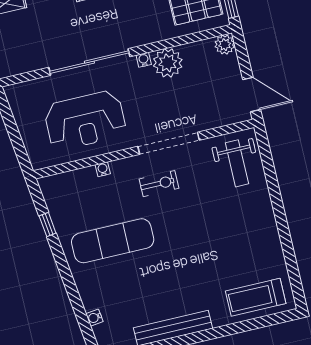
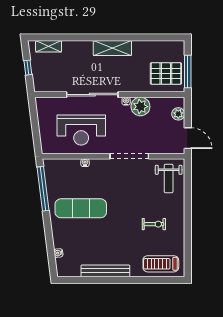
plant: (225, 45) -> (178, 114), moved
exercise bike: (159, 184) -> (154, 224), moved
window: (48, 224) -> (43, 189), width x3.17

